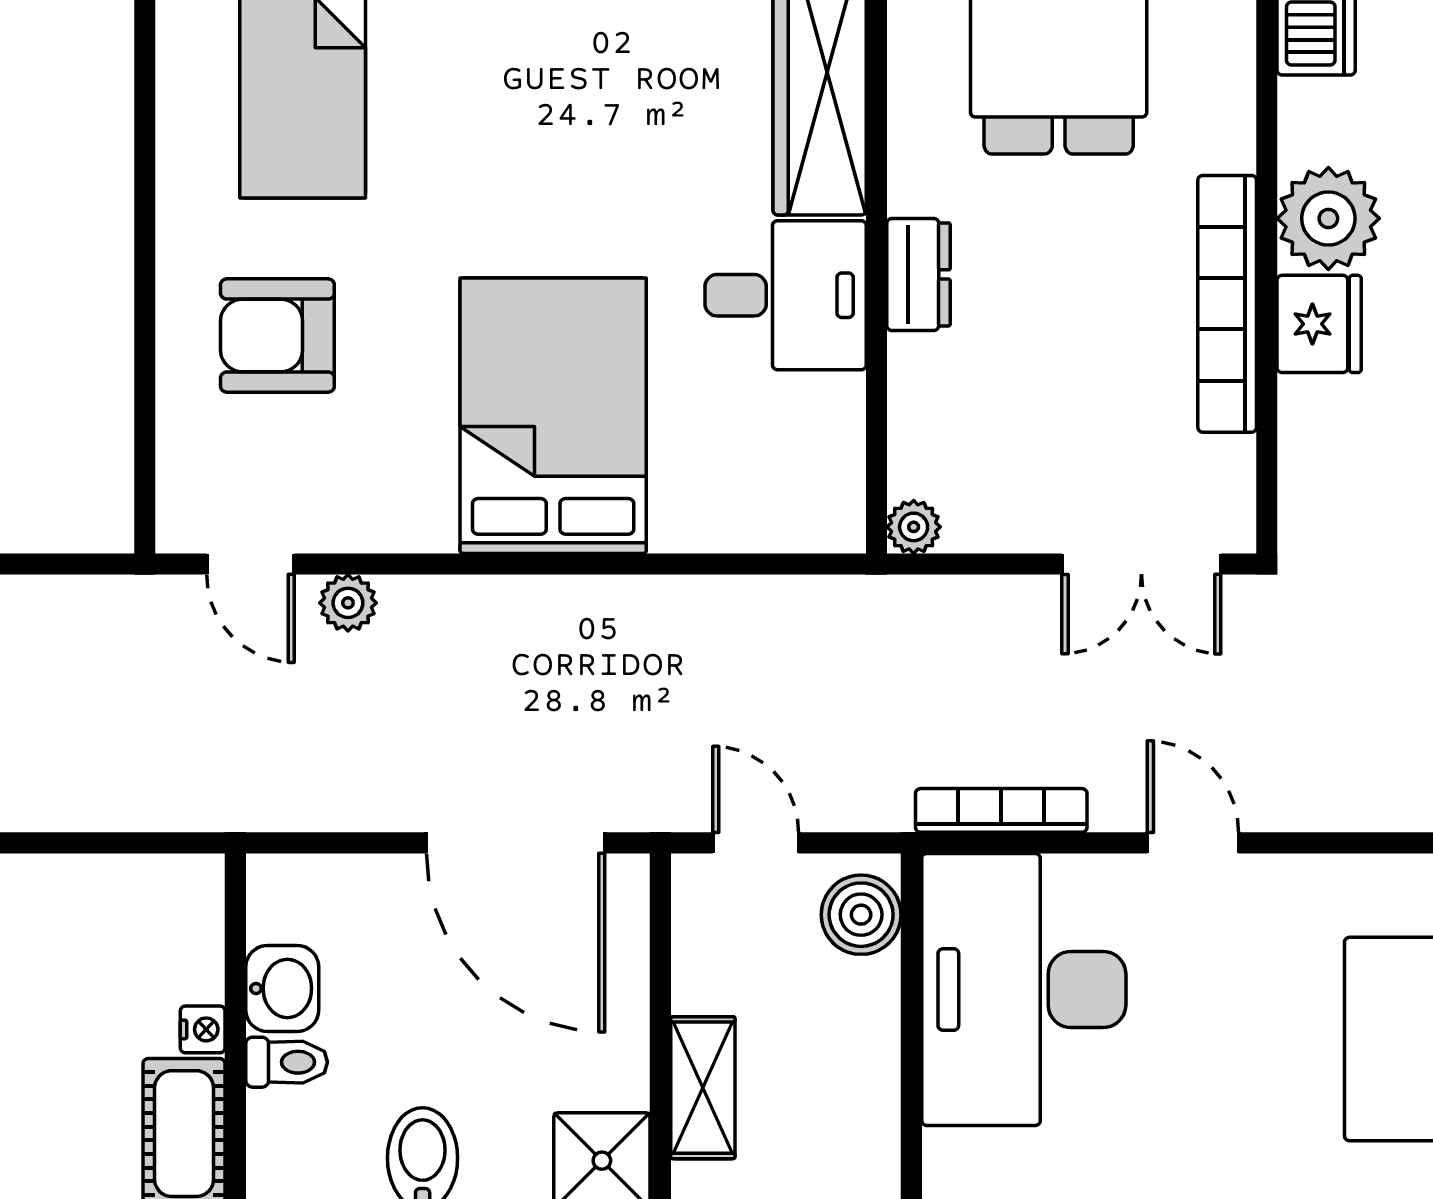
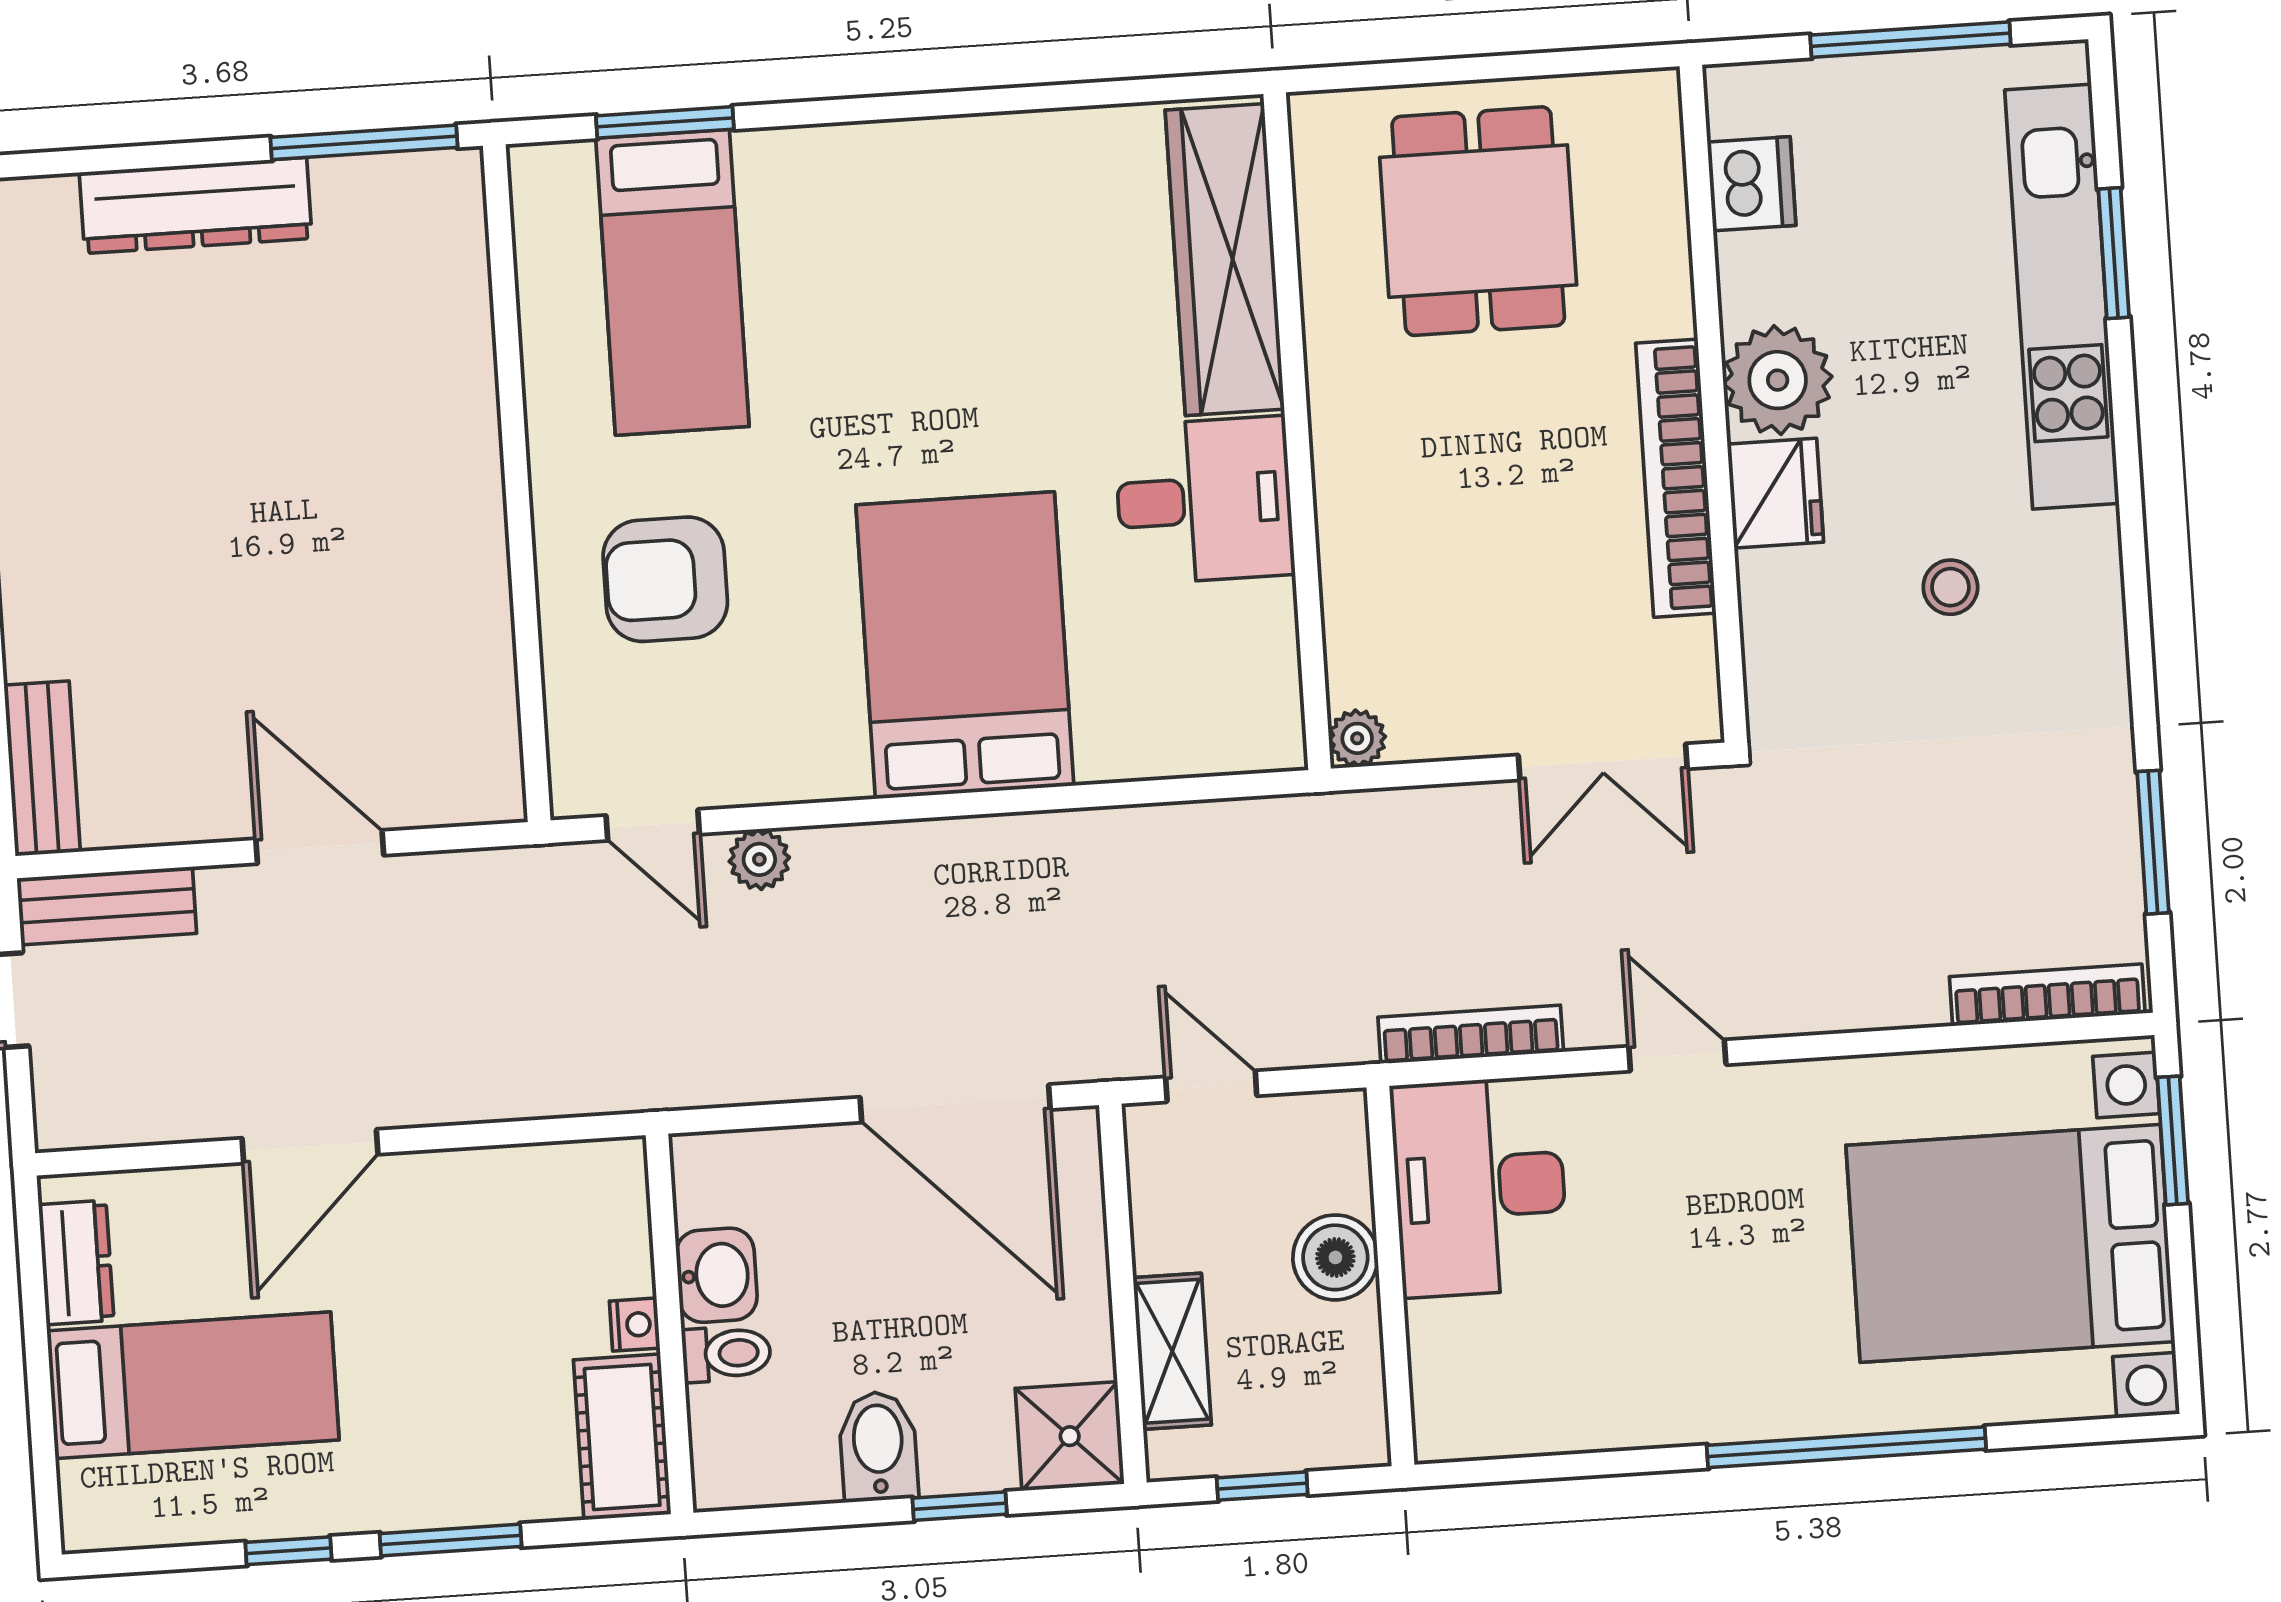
dresser: (919, 274) -> (1345, 469), removed
boiler: (861, 915) -> (1335, 1257), moved
desk: (1024, 989) -> (1480, 1187), width x0.73, depth x0.77

